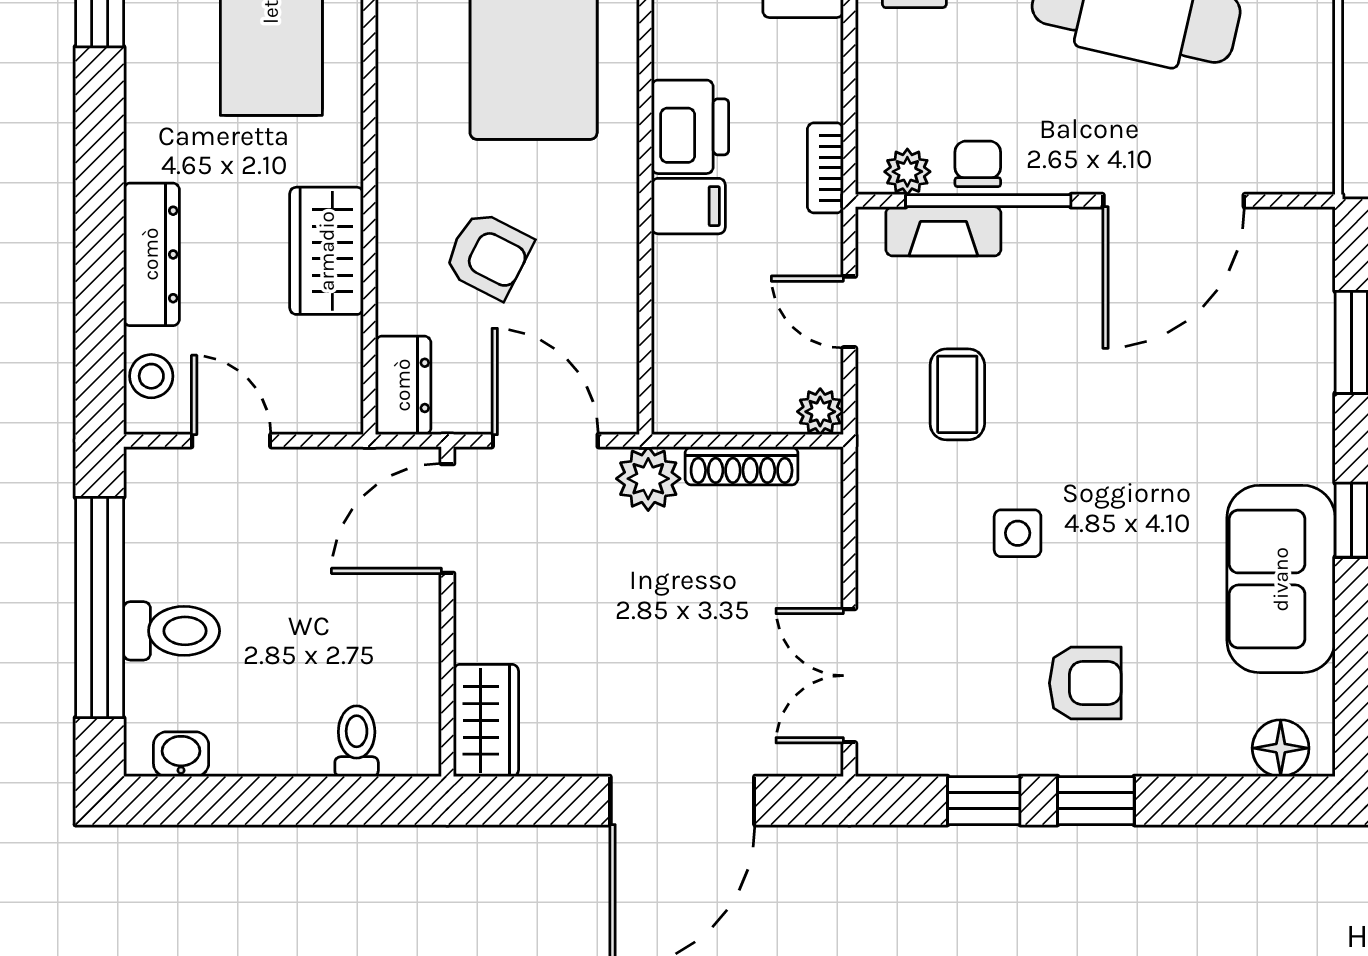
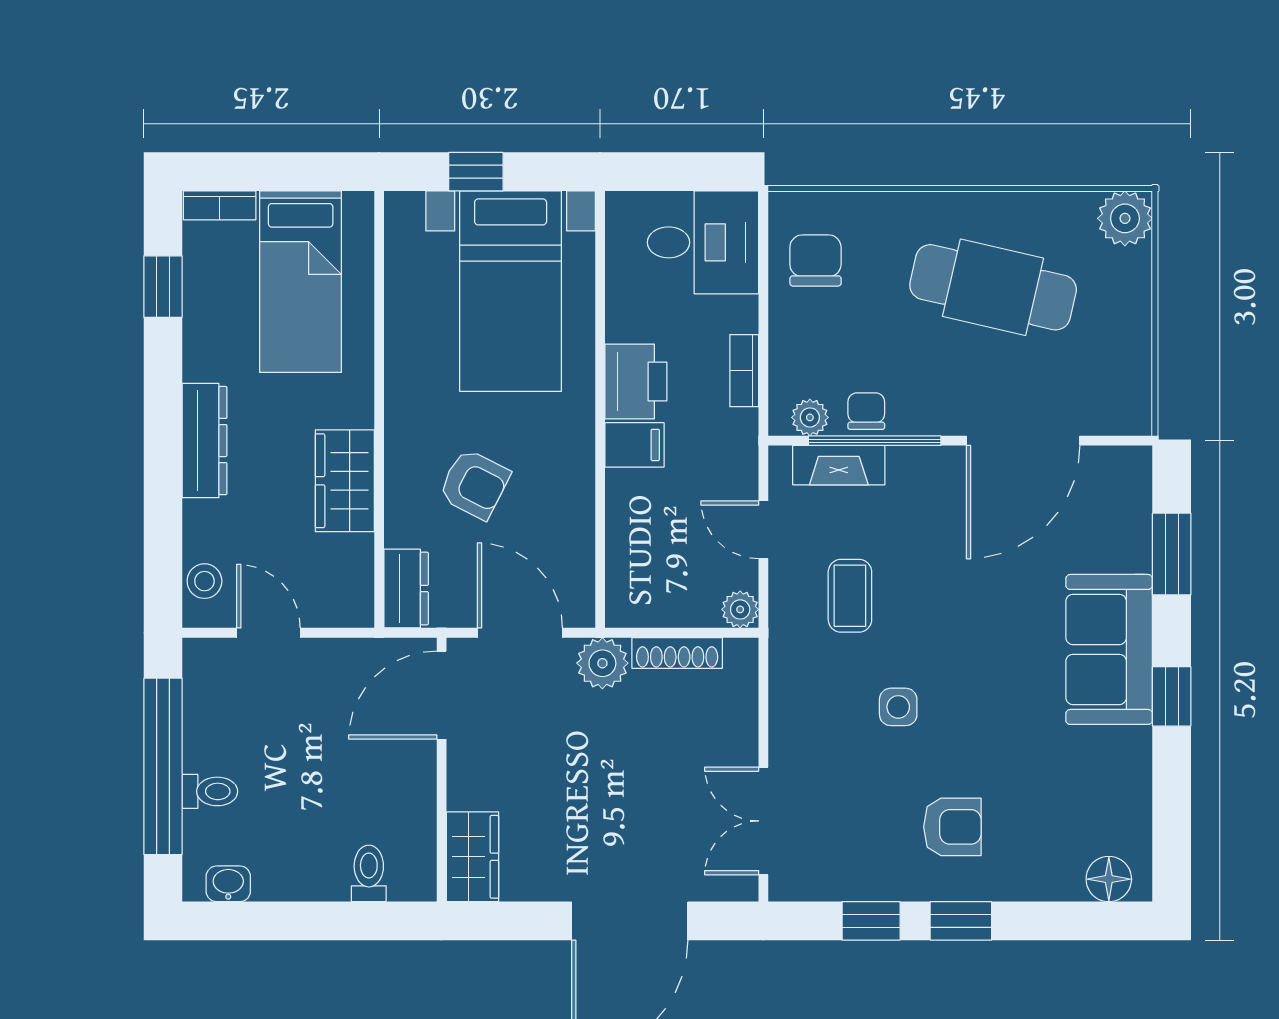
bookcase: (825, 168) -> (744, 371), moved
dresser: (151, 254) -> (205, 441), moved
sofa: (1281, 579) -> (1109, 649), moved
toilet: (172, 631) -> (210, 791), width x0.73, depth x0.72

